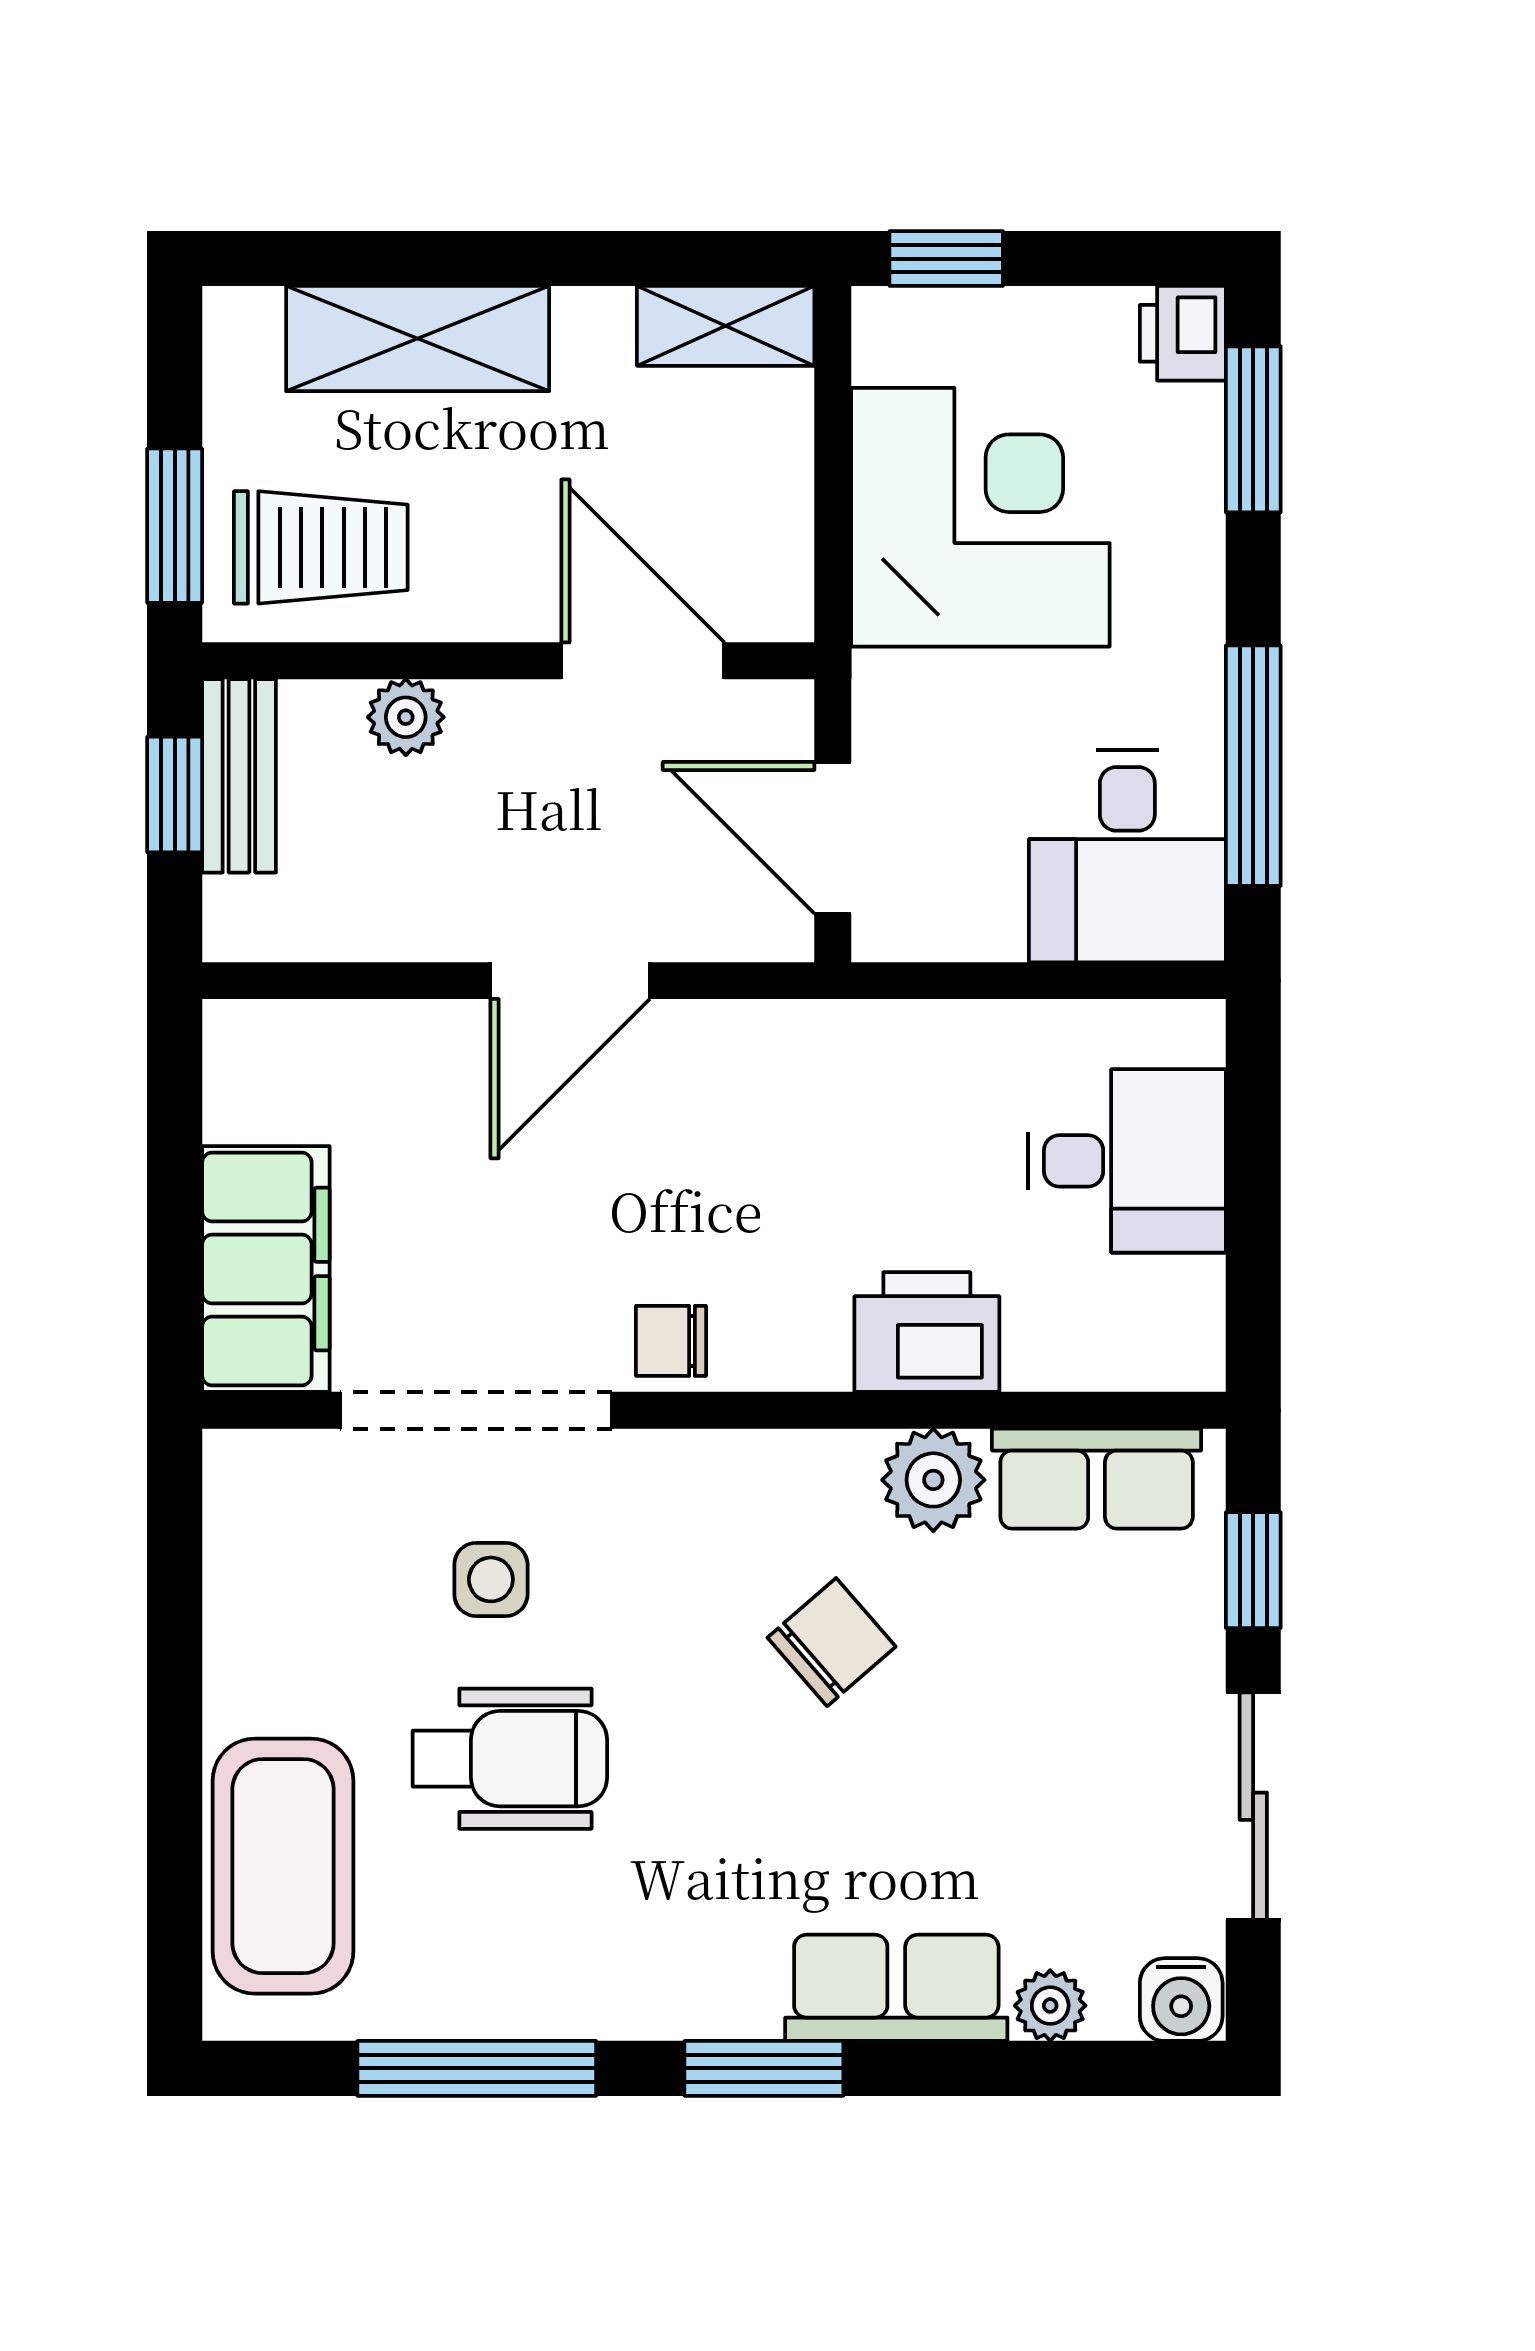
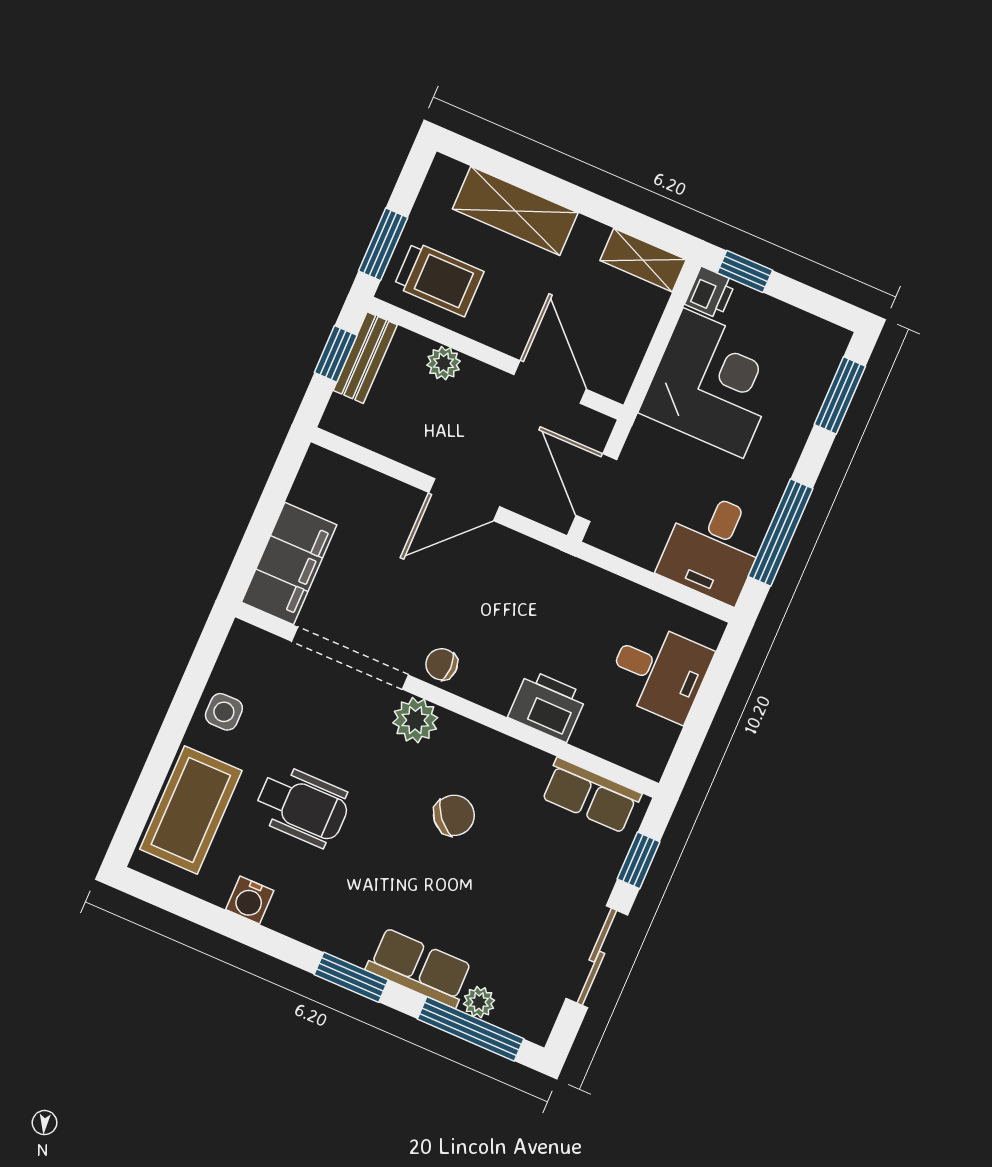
printer: (1183, 333) -> (710, 293), moved, turned 180
plant: (933, 1480) -> (415, 720), moved
side table: (491, 1579) -> (224, 712), moved
water cooler: (1181, 2000) -> (250, 900), moved
window: (477, 2068) -> (471, 1029), moved

